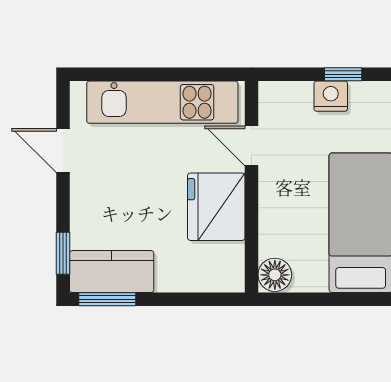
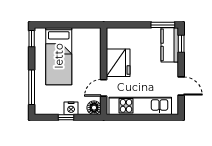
door: (251, 146) -> (104, 88), swing flipped
kitchen counter: (112, 272) -> (170, 45), moved, turned 90
floor lamp: (275, 275) -> (94, 108), moved

